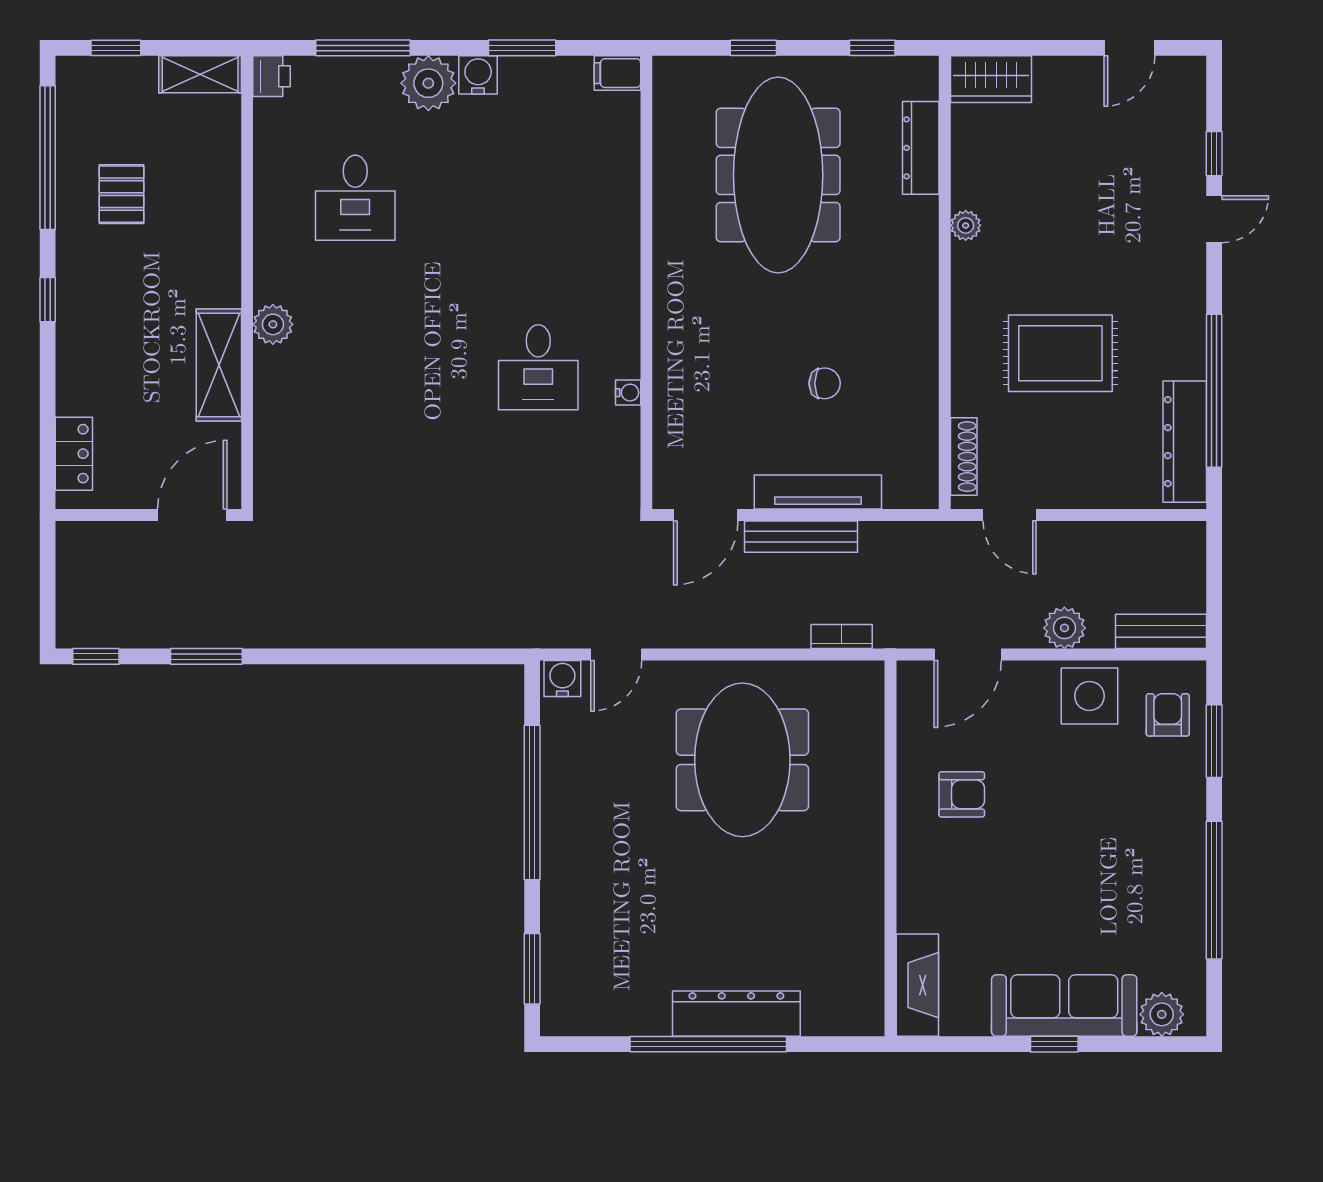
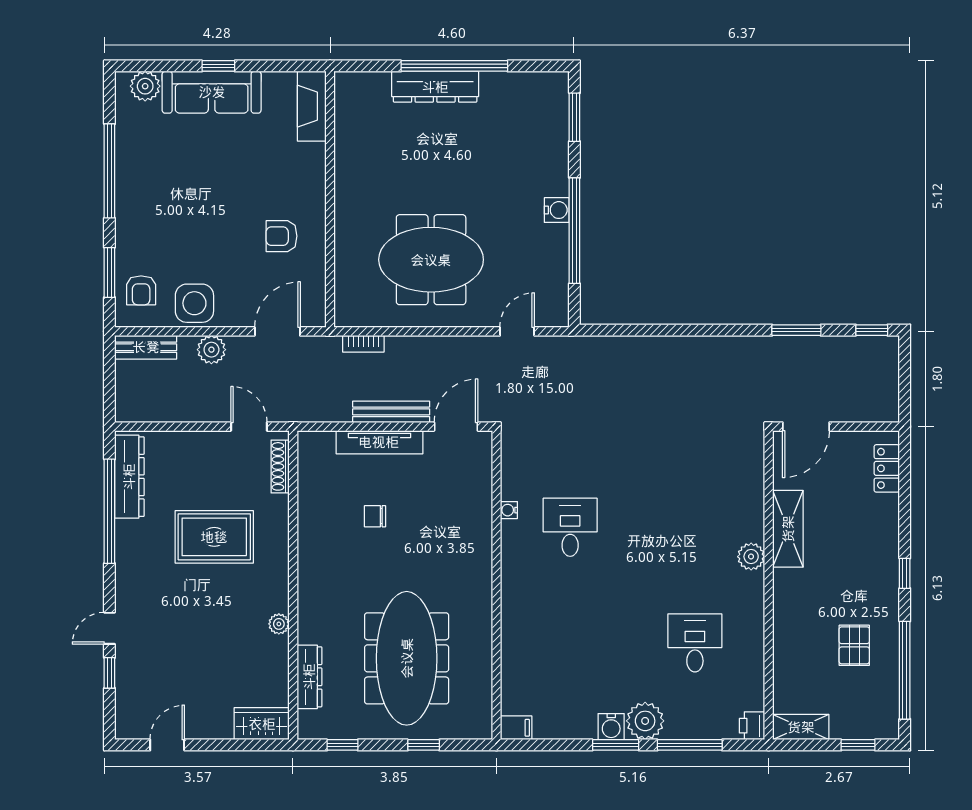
window: (522, 48) -> (616, 745), moved
water cooler: (562, 679) -> (557, 210), moved, turned -90
meeting table: (742, 760) -> (431, 260), turned 90

